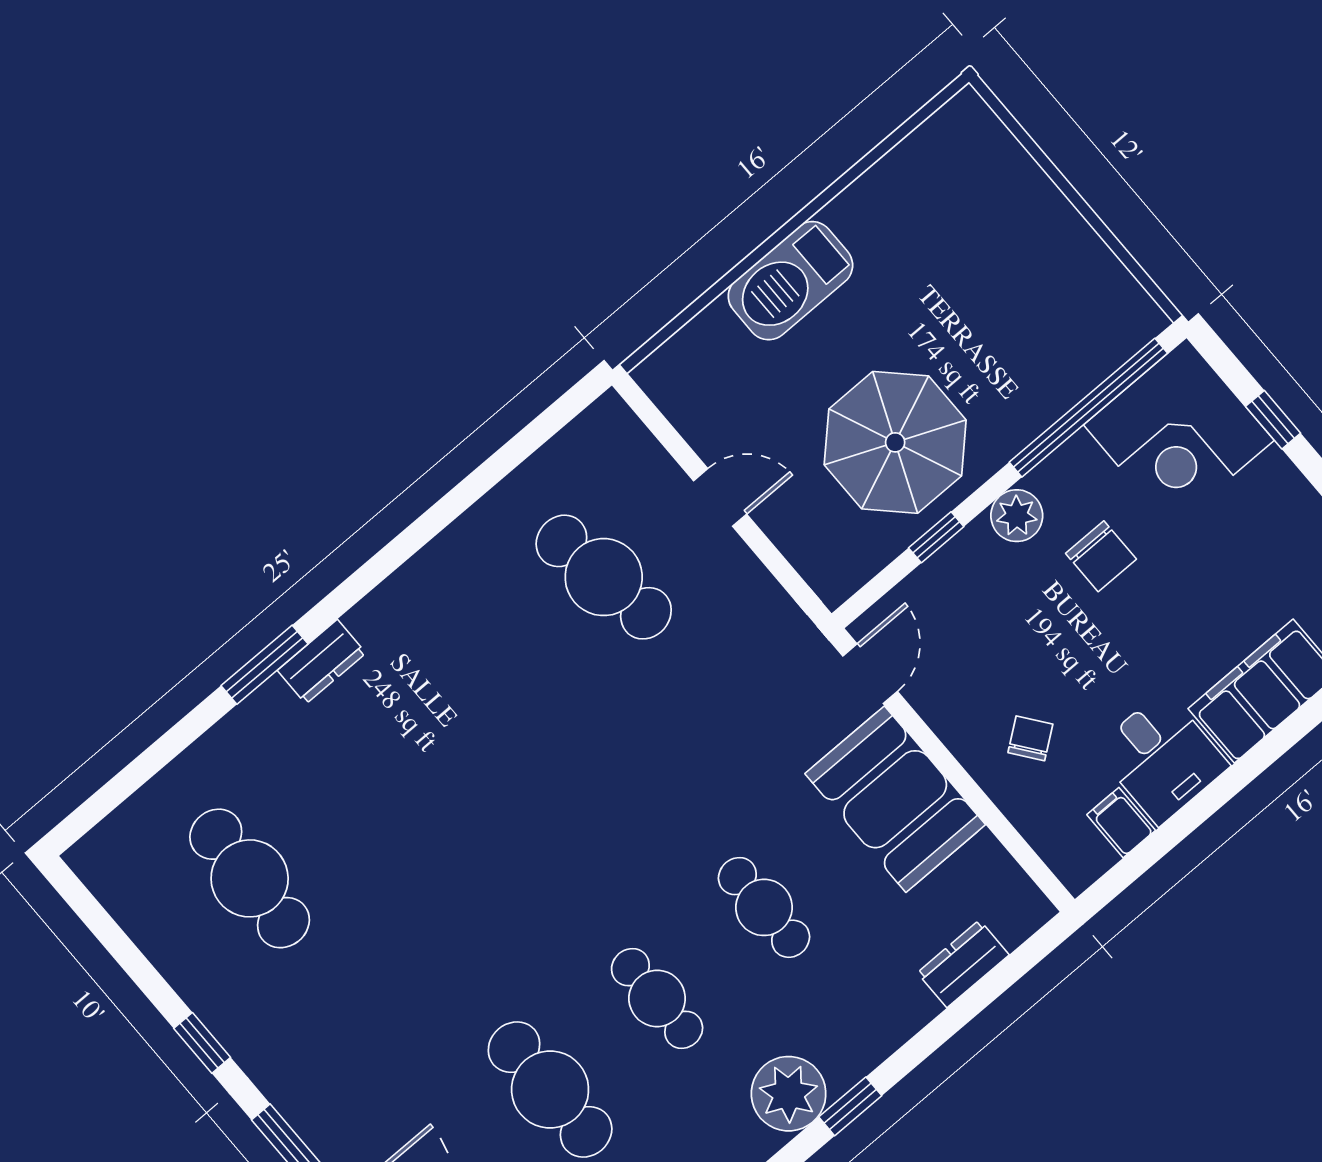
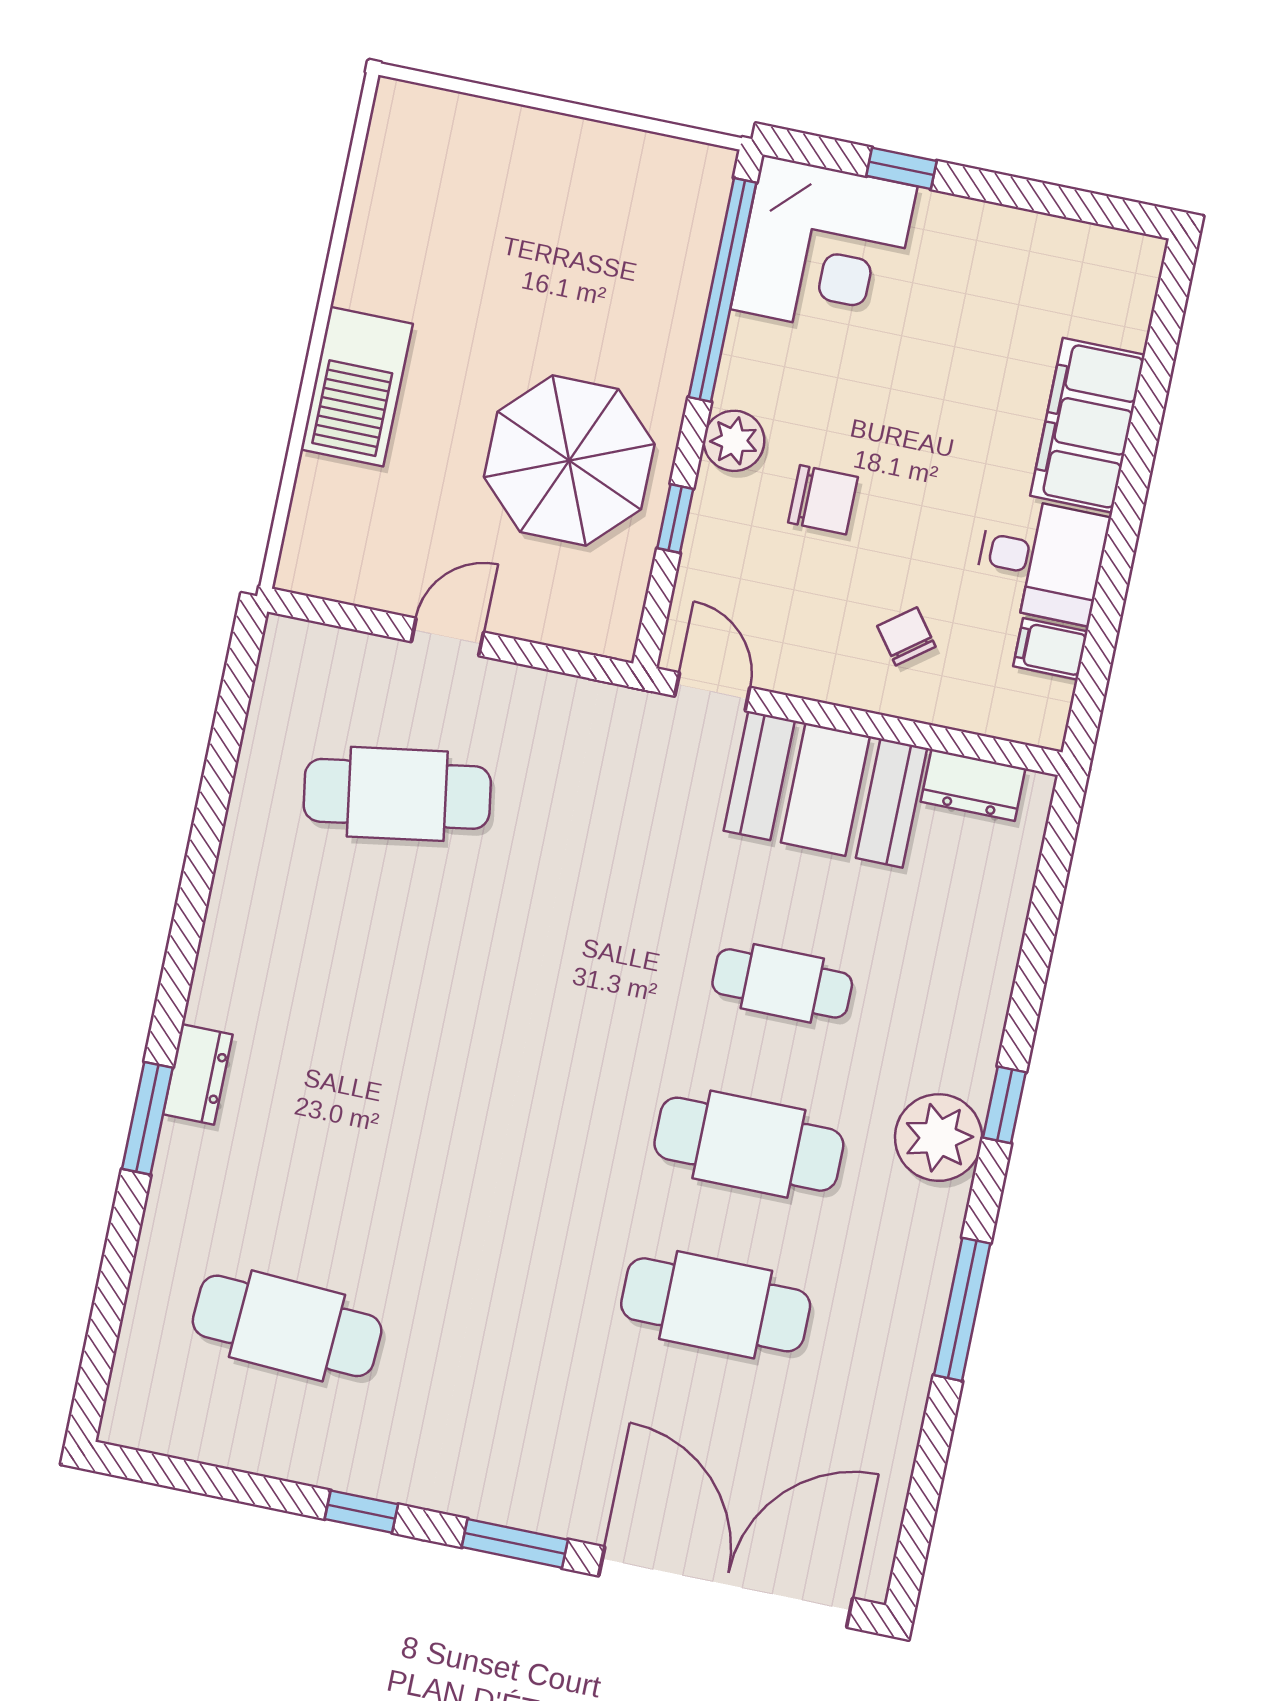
chair: (1101, 556) -> (823, 500), moved
dresser: (963, 964) -> (973, 785), moved, turned -90
cafe table: (657, 998) -> (749, 1144), width x1.37, depth x1.35

